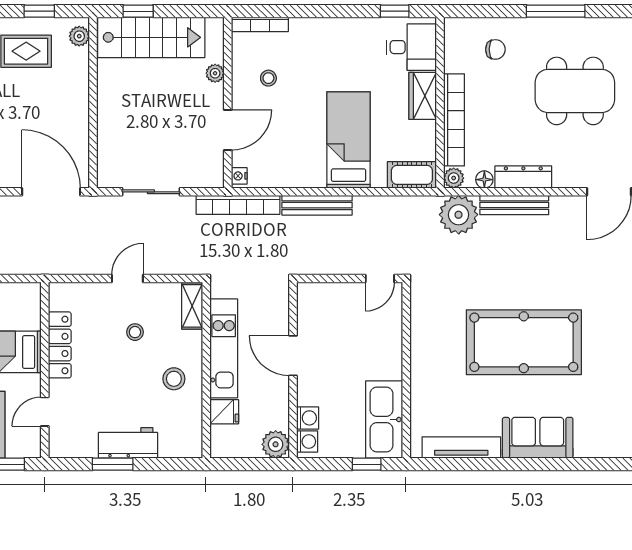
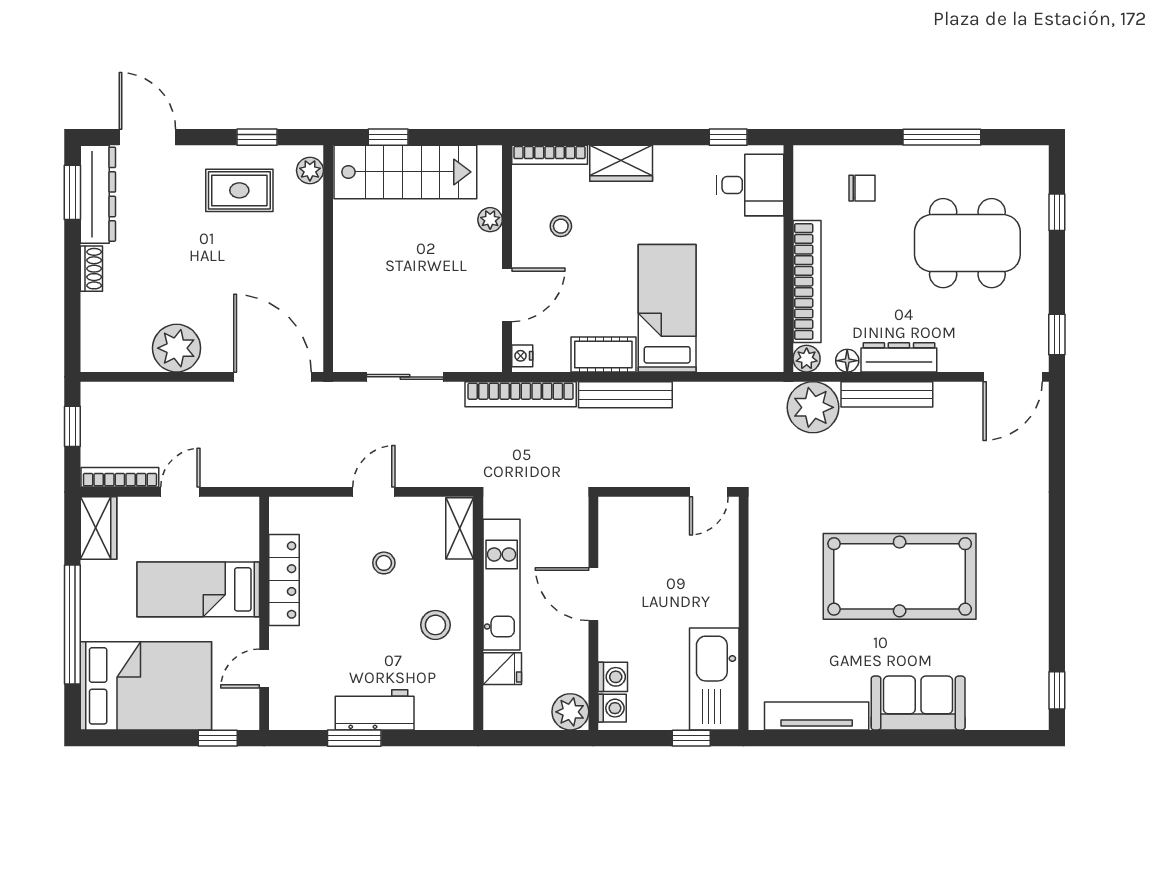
wardrobe: (423, 96) -> (621, 163), moved, turned -90
cot: (412, 175) -> (603, 354), moved

